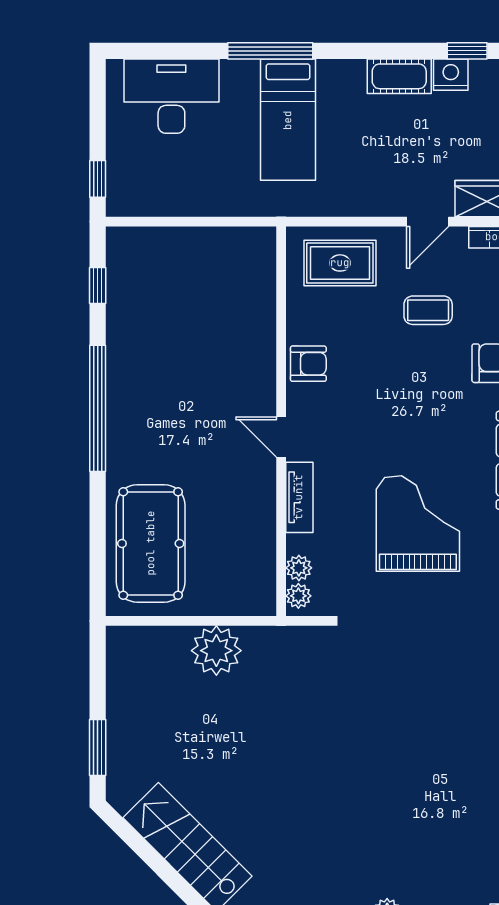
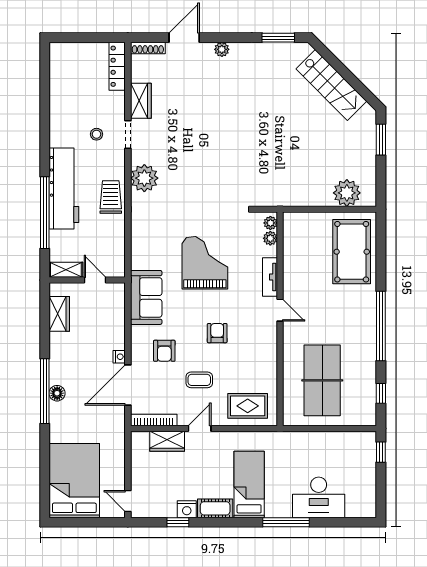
desk: (171, 96) -> (319, 497), moved
bed: (288, 120) -> (249, 485), moved
table tennis table: (204, 309) -> (322, 380), added
armchair: (308, 364) -> (217, 333), moved, turned 90
grand piano: (418, 523) -> (205, 263), turned 180
plant: (216, 651) -> (347, 193), moved

